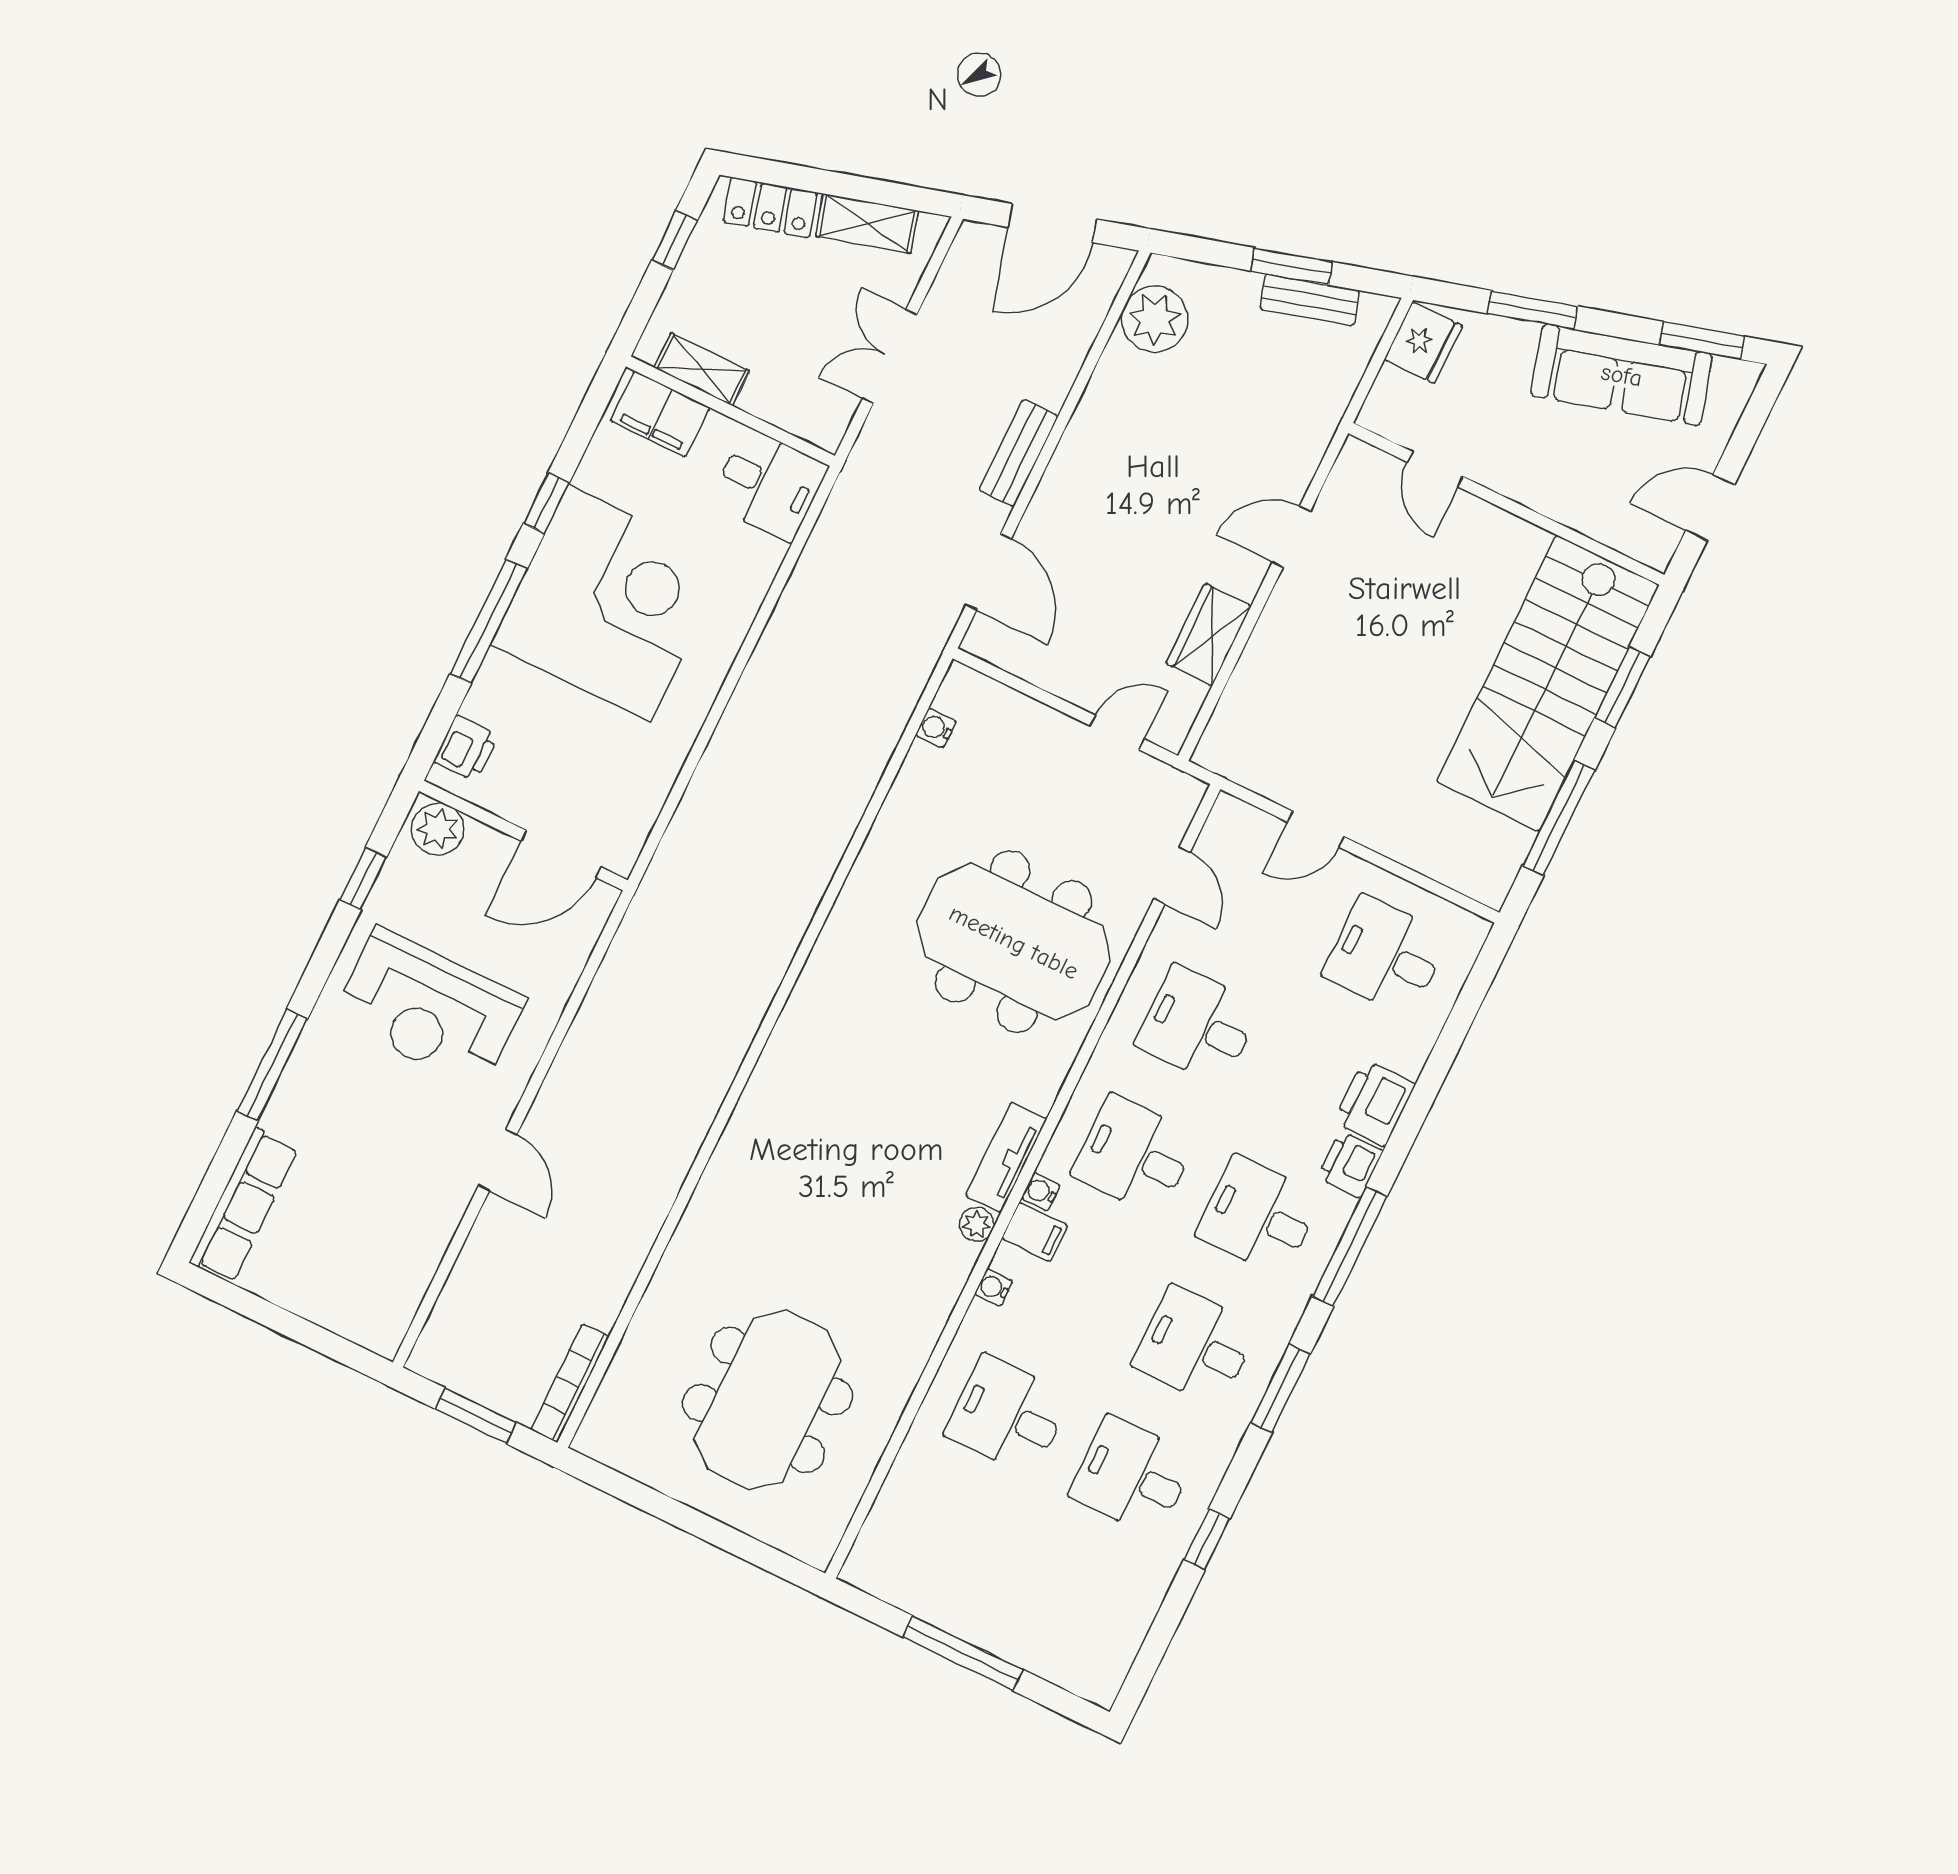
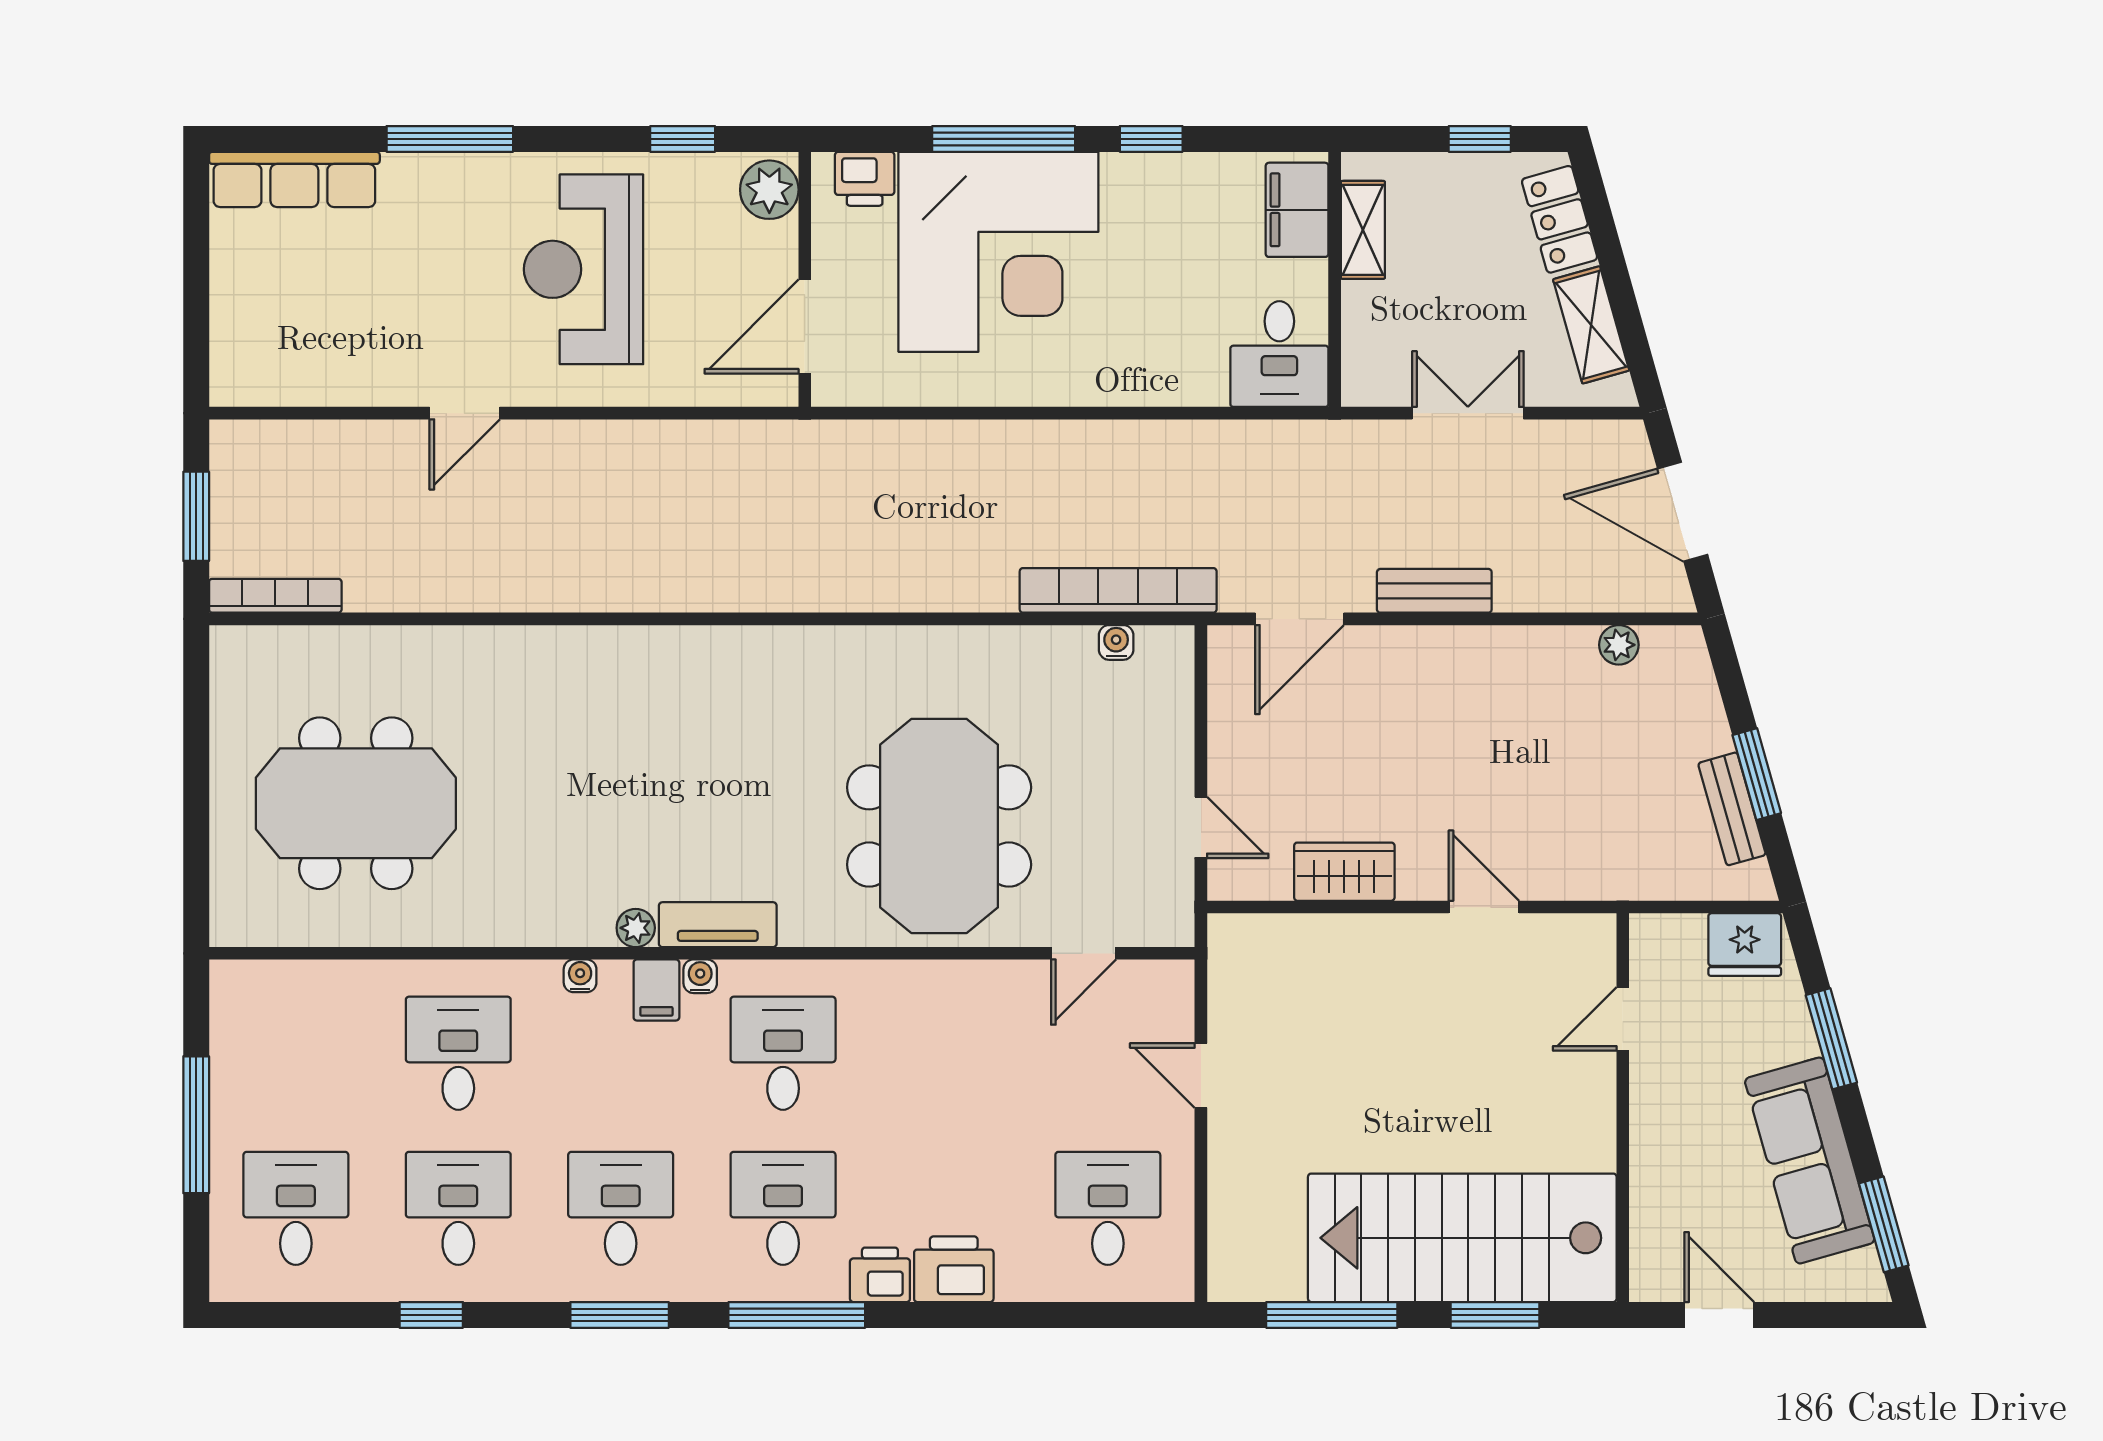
plant: (1155, 319) -> (1619, 645), width x0.53, depth x0.53
corner desk: (609, 603) -> (998, 252), moved
bookcase: (895, 706) -> (1118, 590), added
door: (561, 854) -> (805, 327), hinge flipped
desk: (1198, 1025) -> (296, 1208), moved

